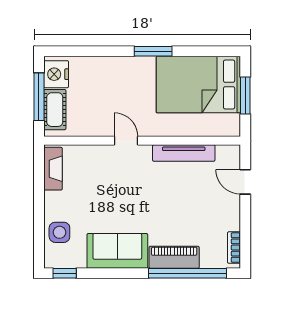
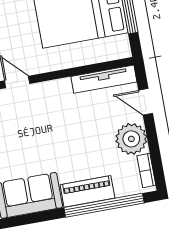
tv unit: (184, 153) -> (104, 79), moved
plant: (225, 215) -> (131, 139), added

